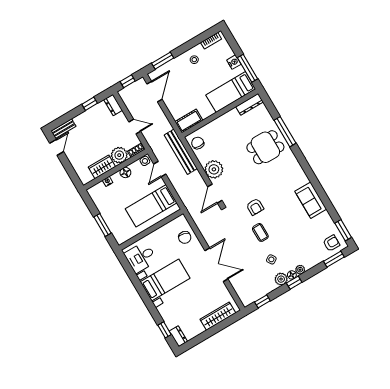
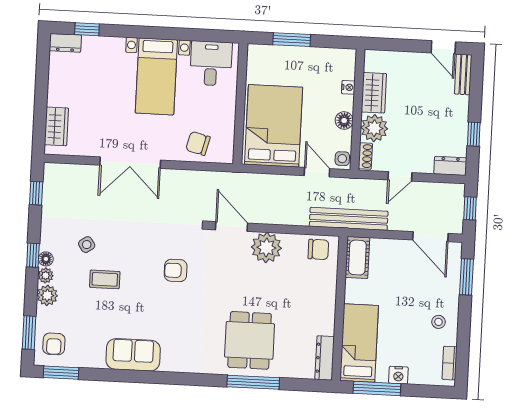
bench: (181, 152) -> (349, 219), moved
bed: (151, 206) -> (274, 126), width x1.50
coffee table: (260, 232) -> (105, 279), moved
plant: (281, 279) -> (47, 295), moved
wardrobe: (218, 316) -> (56, 126), width x0.67

